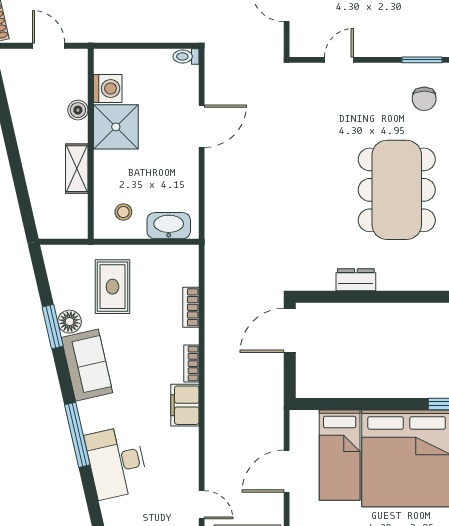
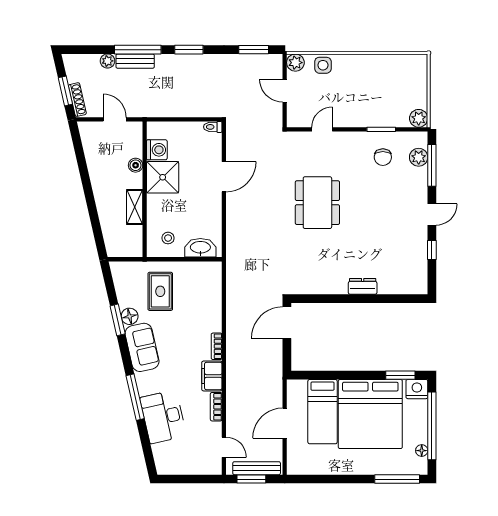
dining table: (397, 190) -> (317, 203), moved, width x0.73, depth x0.80
dresser: (356, 280) -> (363, 286), moved
bookcase: (191, 307) -> (216, 407), moved

